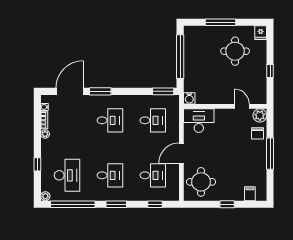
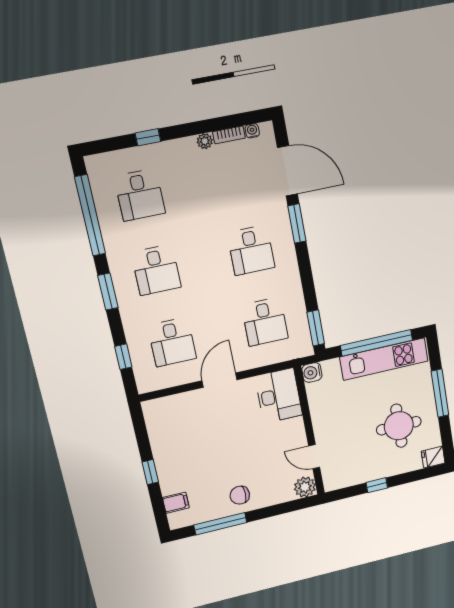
kitchen unit: (191, 54) -> (384, 359), added
door: (242, 106) -> (314, 457), swing flipped
chair: (258, 133) -> (240, 495), moved
door: (181, 153) -> (220, 380), hinge flipped
window: (270, 154) -> (220, 524), moved
desk: (67, 175) -> (140, 195), width x0.73
round table: (201, 182) -> (178, 422), removed
plant: (45, 196) -> (93, 163), removed

